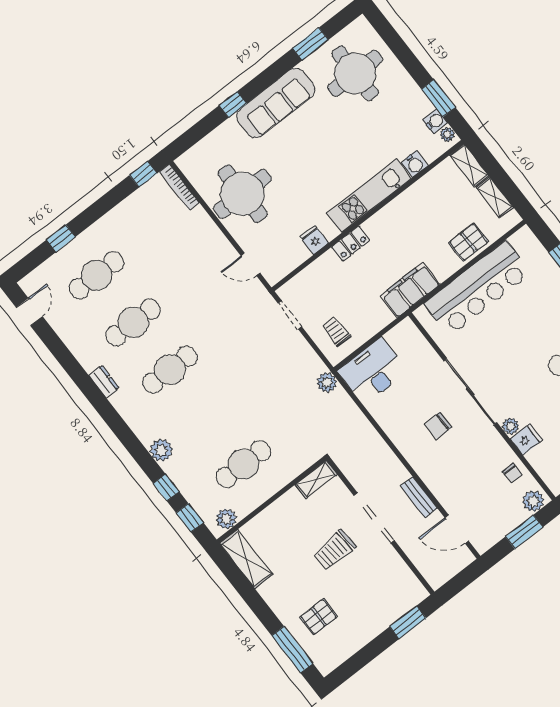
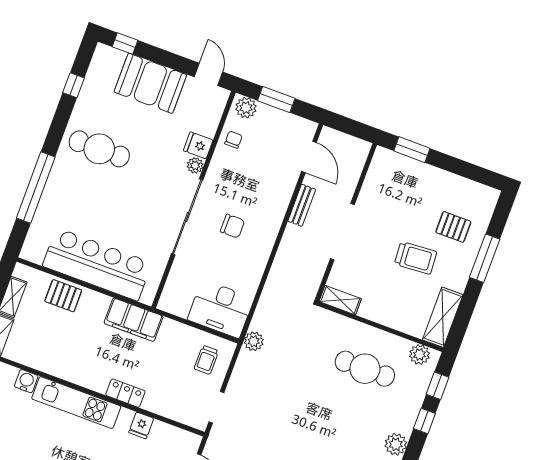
trolley: (334, 551) -> (416, 258), moved
window: (292, 650) -> (485, 258), moved

